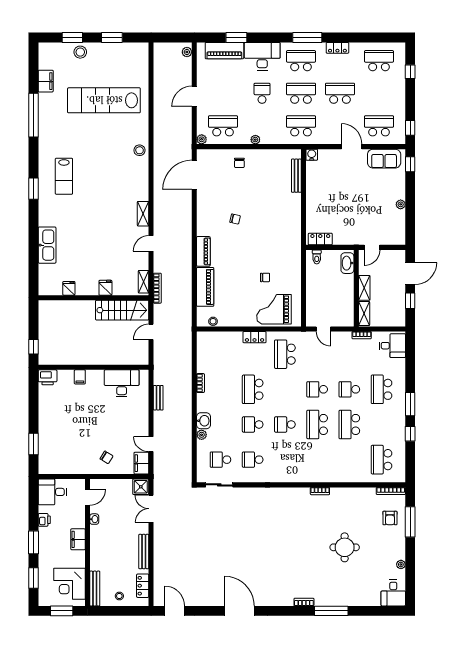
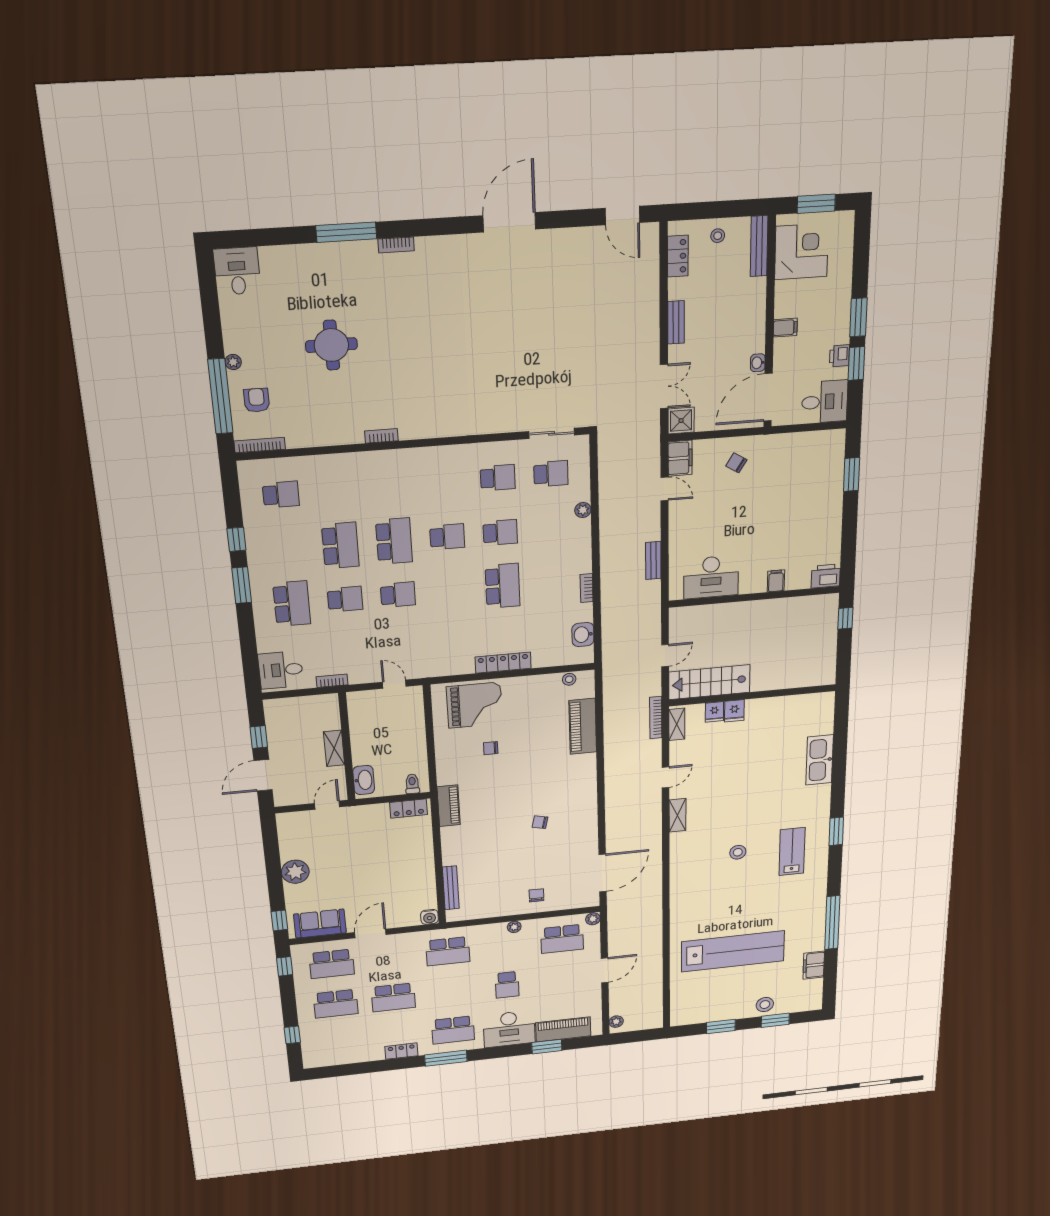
school desk: (379, 61) -> (336, 1004), moved
school desk: (301, 93) -> (450, 991), removed
door: (352, 147) -> (370, 933), swing flipped
stool: (140, 150) -> (738, 852), moved
plant: (401, 204) -> (295, 872), width x1.87, depth x1.87
piano: (203, 251) -> (449, 806), moved, turned 180
fridge: (69, 288) -> (714, 712), moved
shelving: (364, 313) -> (331, 712), removed
locker: (255, 337) -> (503, 663), width x1.53
school desk: (285, 354) -> (453, 642), removed
washbasin: (203, 421) -> (583, 635), moved
school desk: (382, 460) -> (281, 495), width x0.54
door: (87, 497) -> (768, 397), width x1.87
window: (410, 522) -> (220, 396), width x1.46
filing cabinet: (78, 539) -> (785, 328), width x0.50
bench: (144, 552) -> (676, 322), width x0.73
plant: (401, 564) -> (233, 362), moved
window: (34, 578) -> (856, 363), moved
door: (239, 611) -> (509, 222), swing flipped

